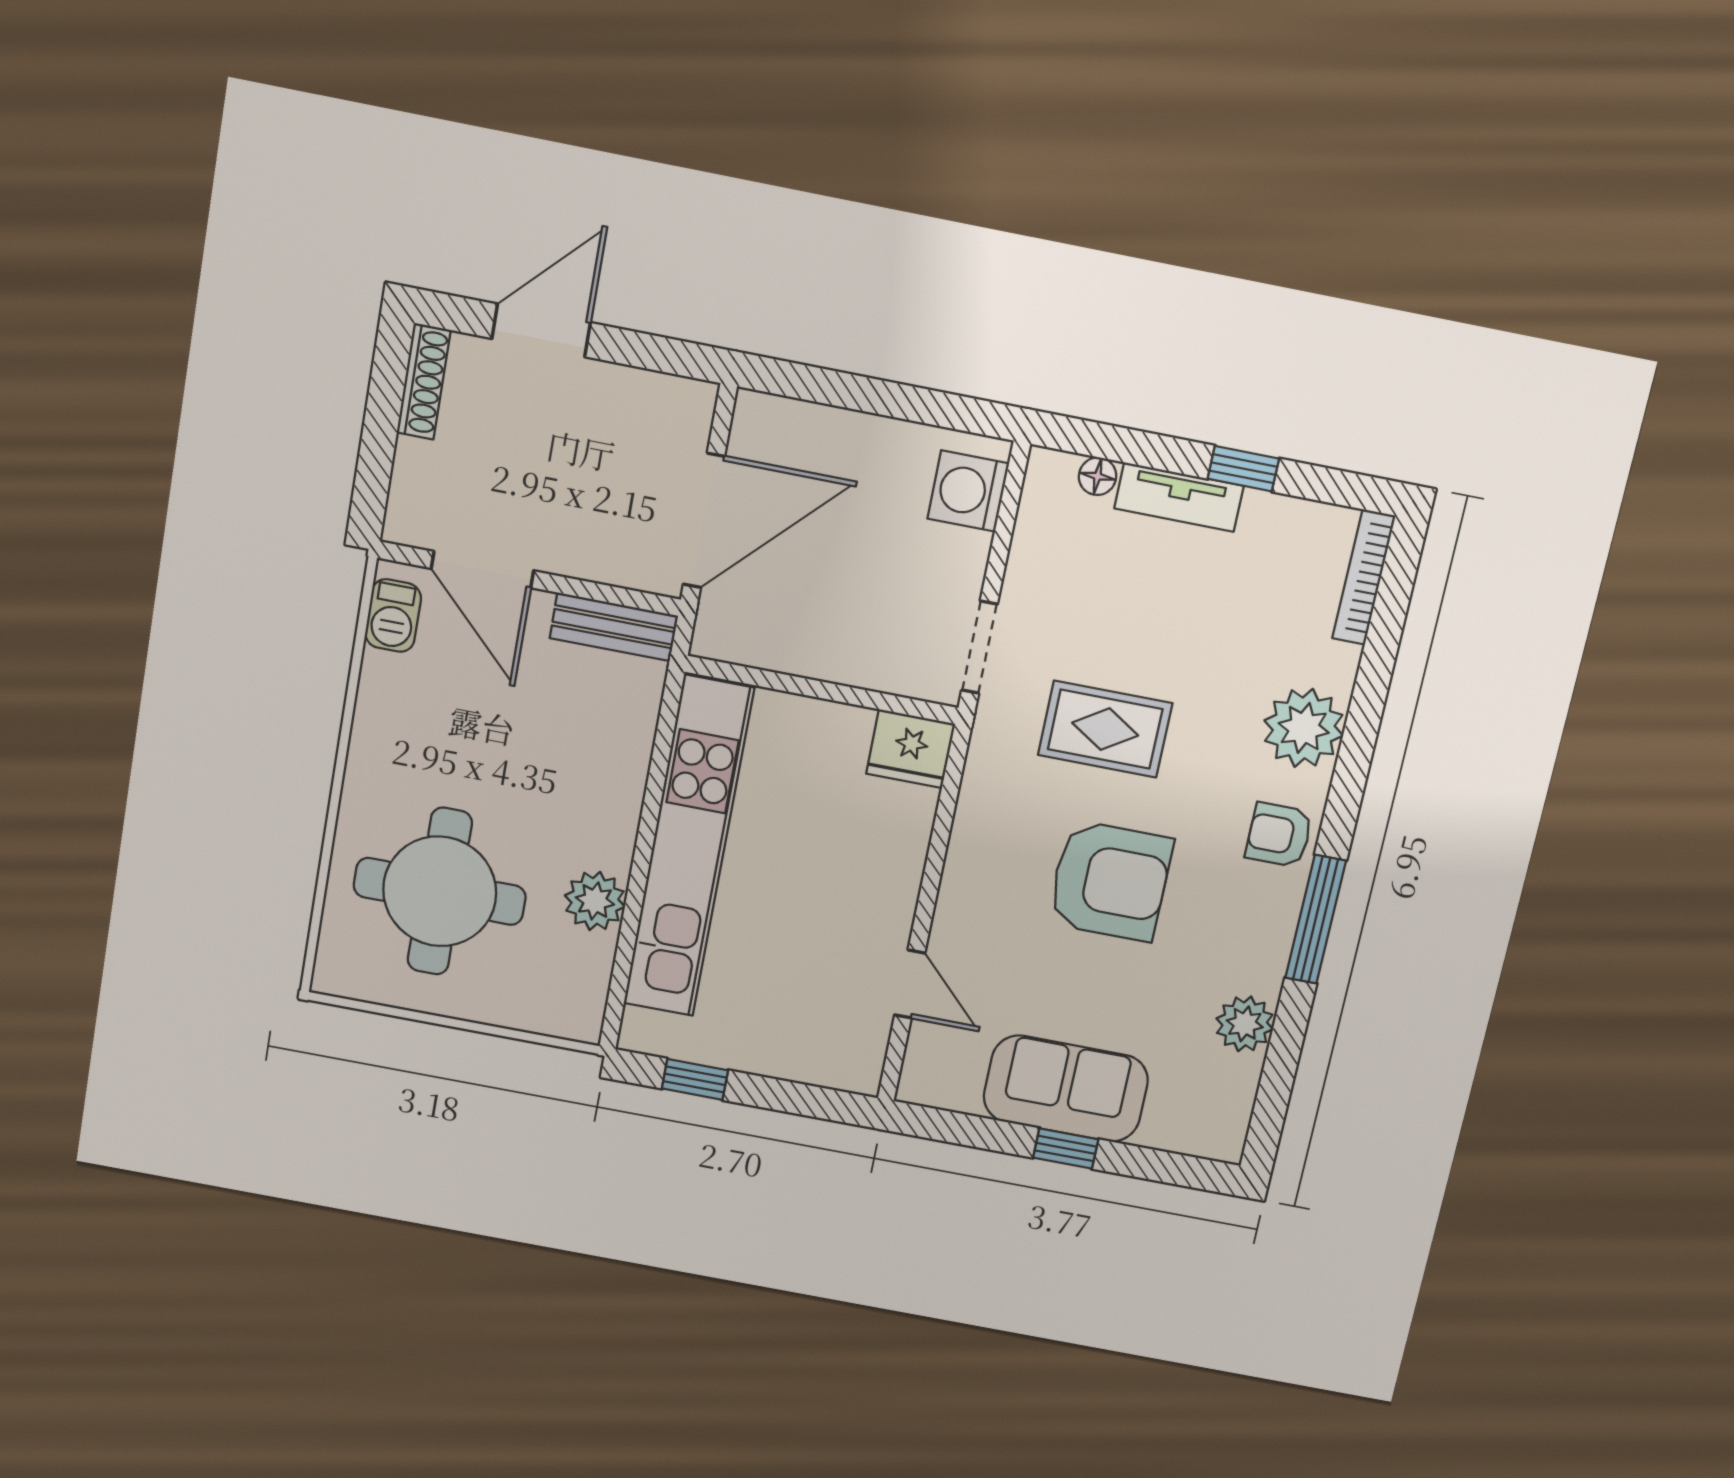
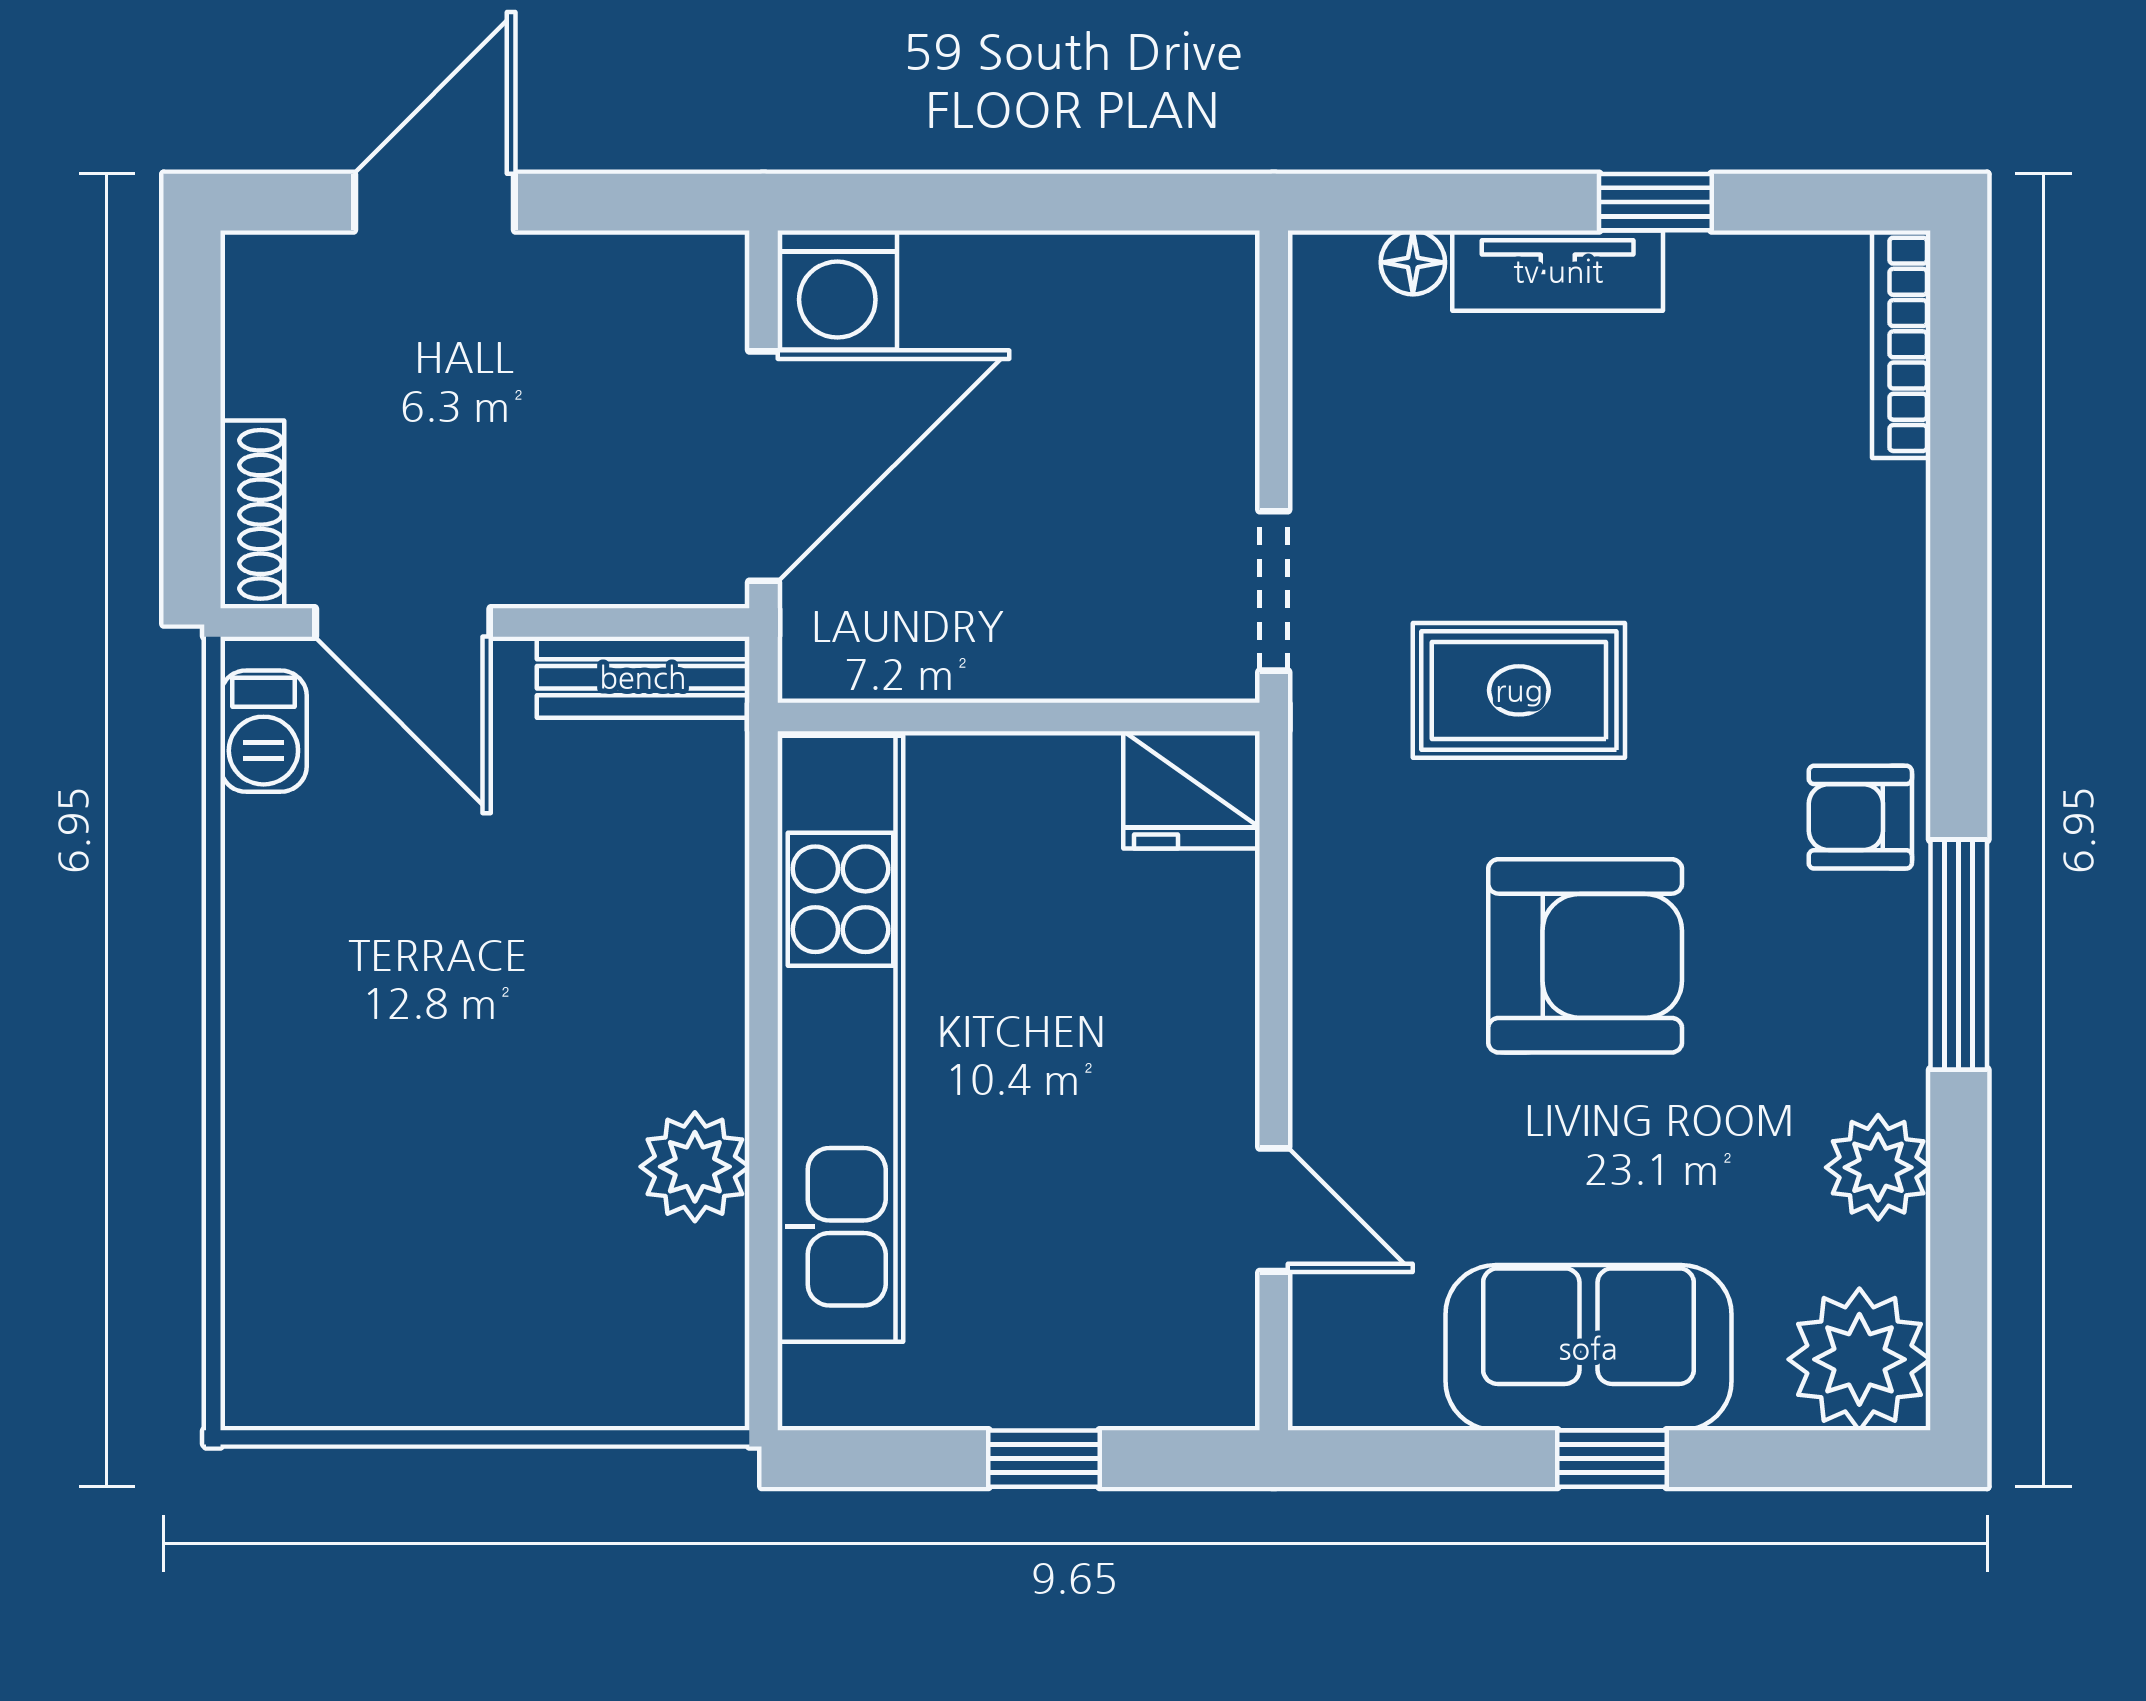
shoe rack: (424, 381) -> (252, 514), moved
washing machine: (968, 491) -> (837, 290), moved, turned -90
plant: (1304, 728) -> (1859, 1359), moved
round table: (440, 891) -> (421, 1202), removed
window: (695, 1079) -> (1044, 1459), moved

